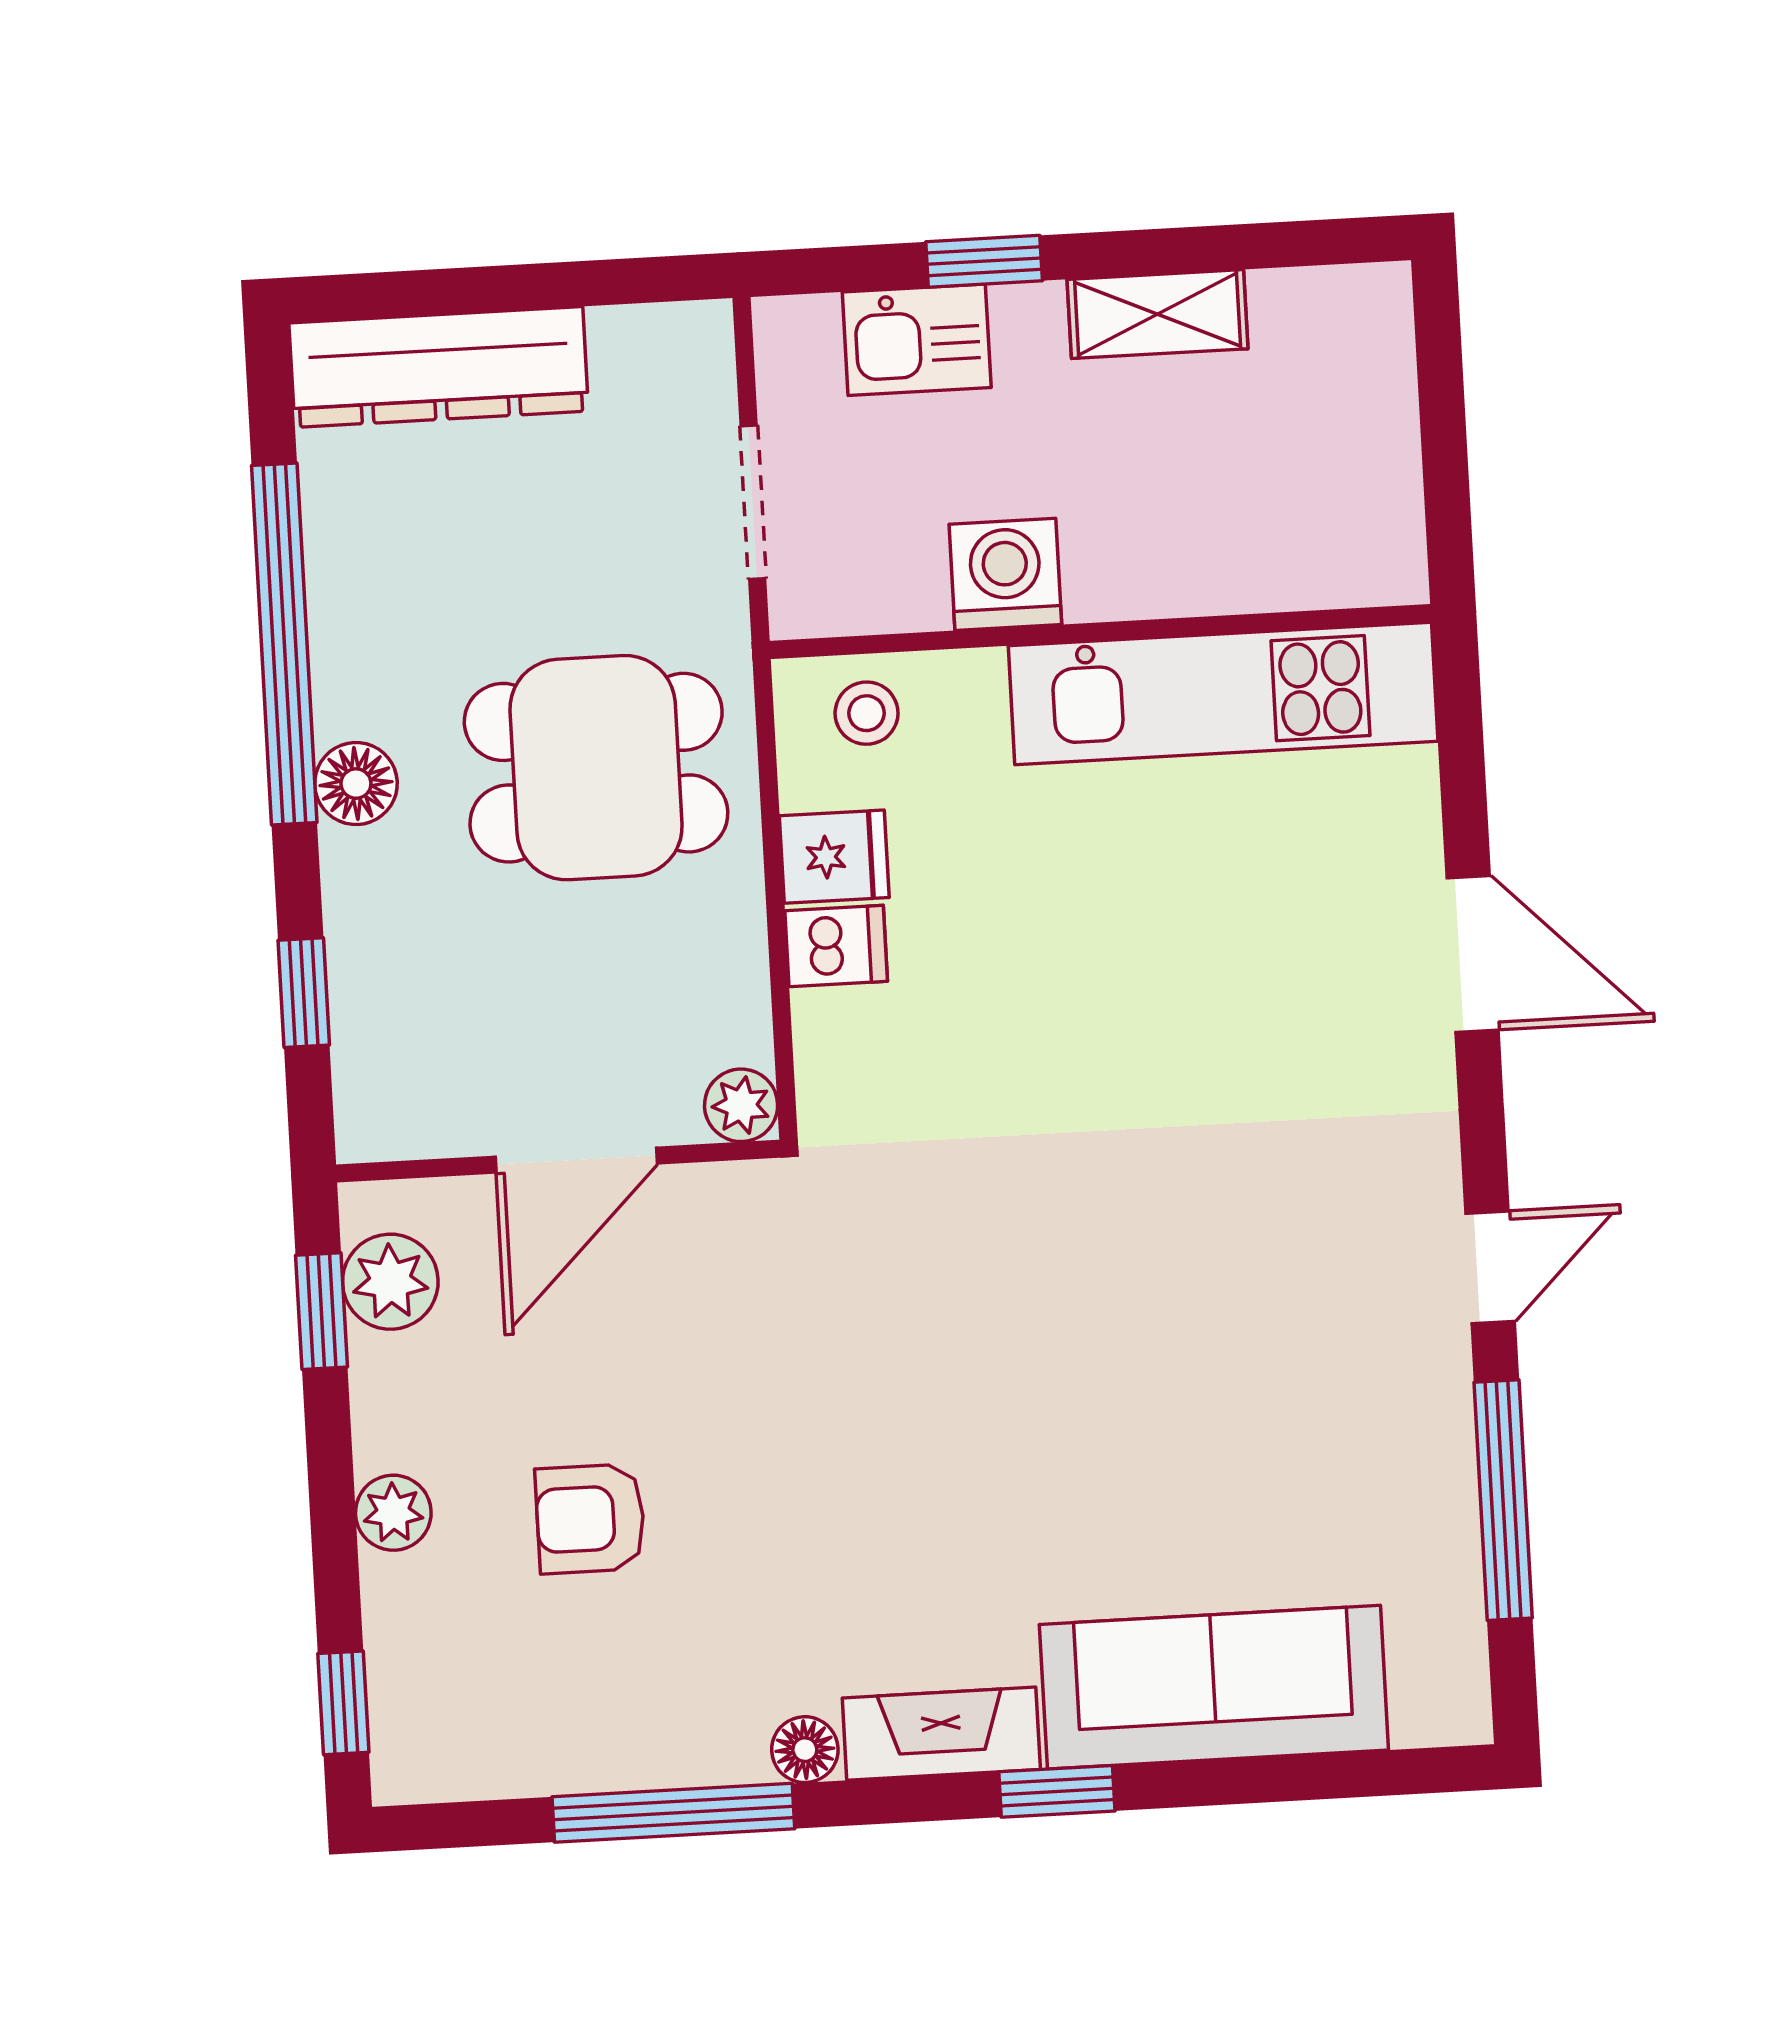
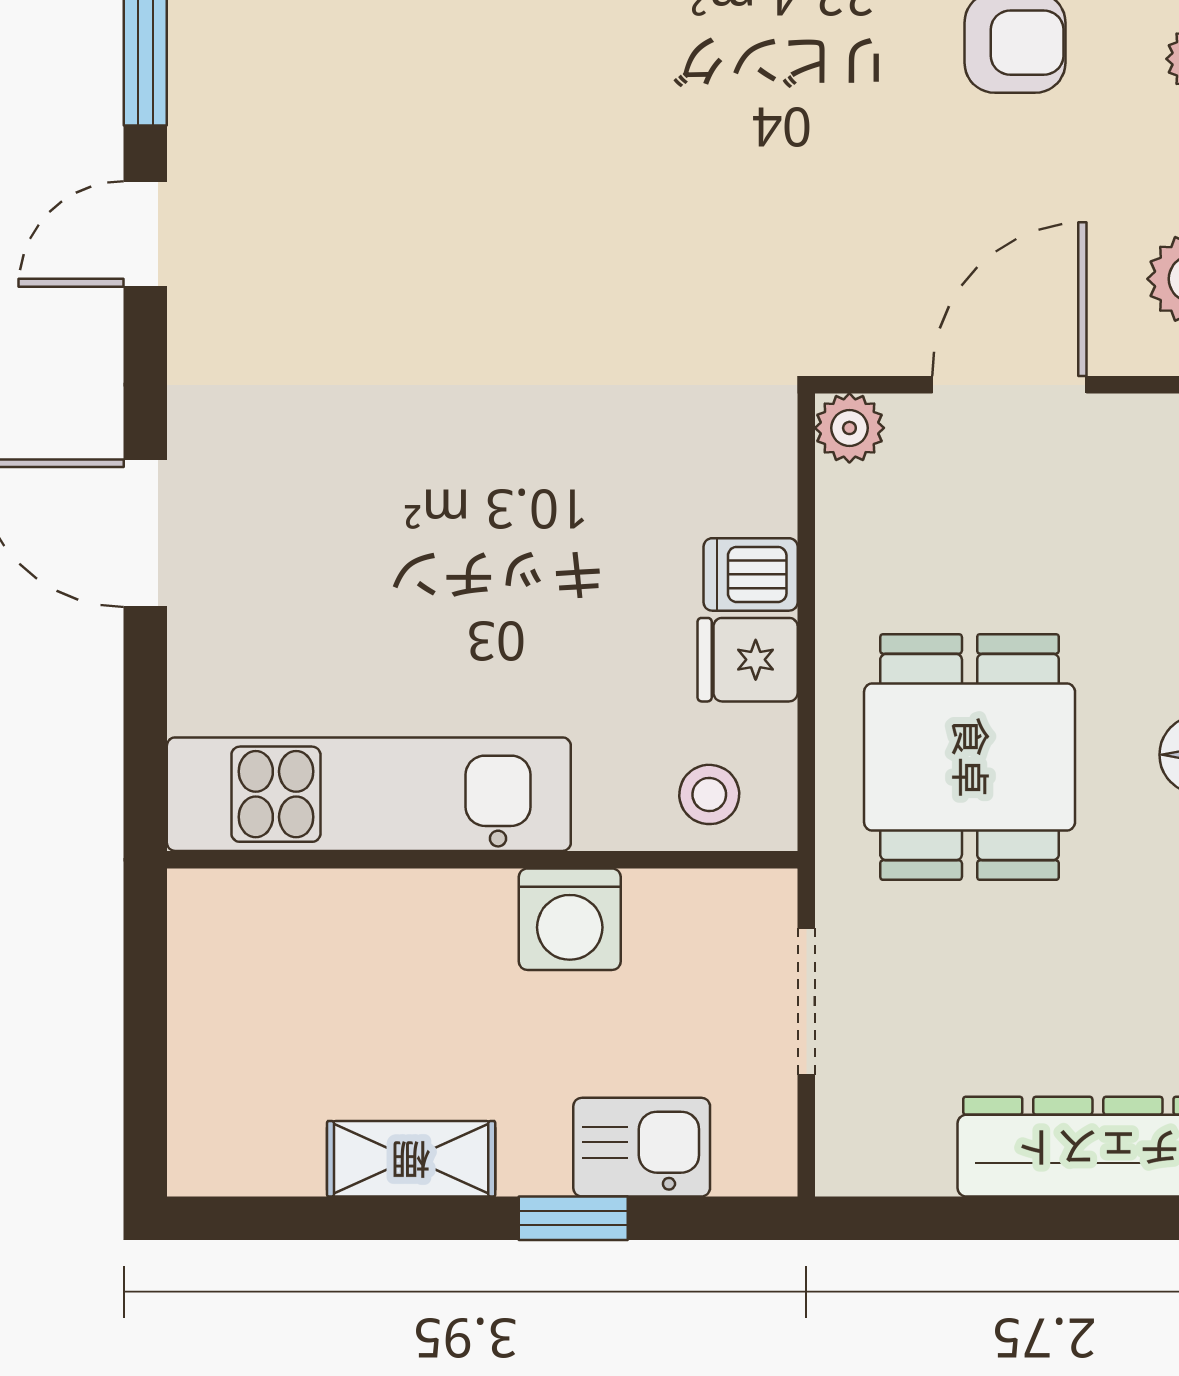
dining table: (596, 768) -> (970, 757), turned 90

